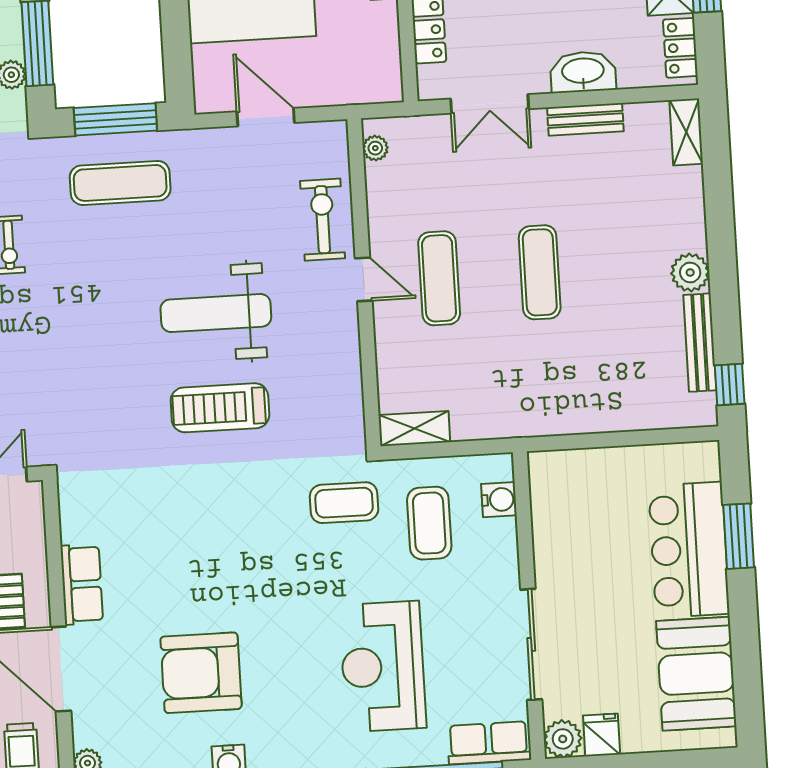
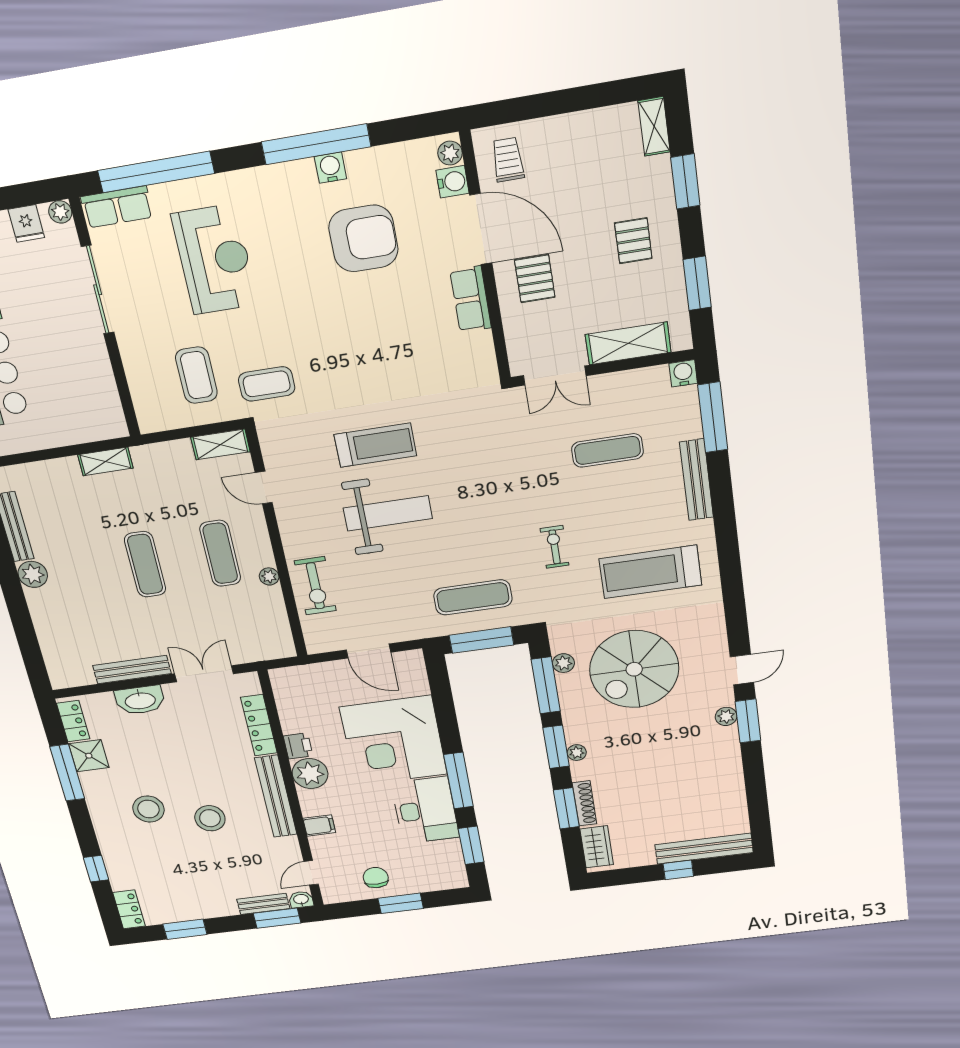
bench: (585, 119) -> (132, 670), width x1.36
shelving: (686, 132) -> (105, 461), moved, turned 90
plant: (375, 148) -> (269, 576), moved
door: (364, 279) -> (264, 488), moved
water cooler: (499, 500) -> (452, 182), moved, turned 180
plant: (563, 739) -> (60, 212), width x0.73, depth x0.73

